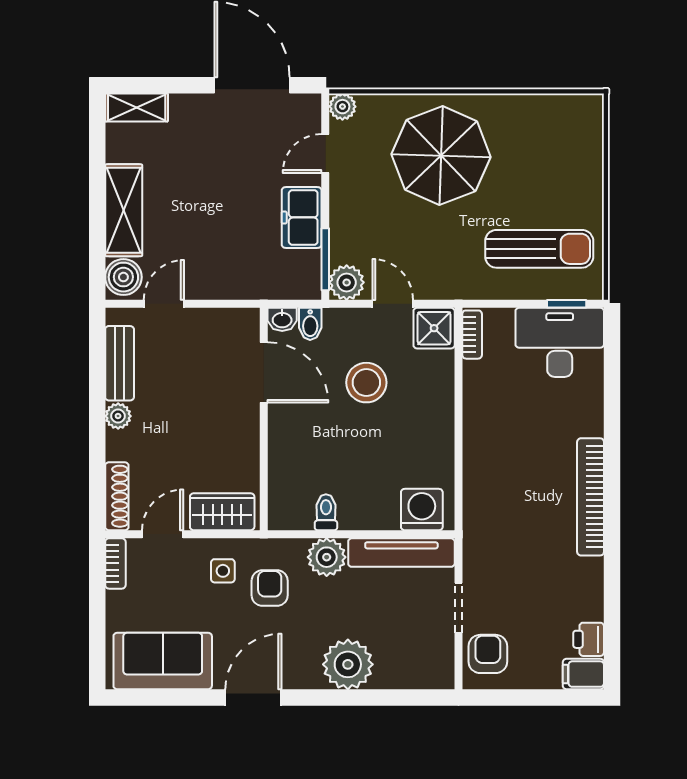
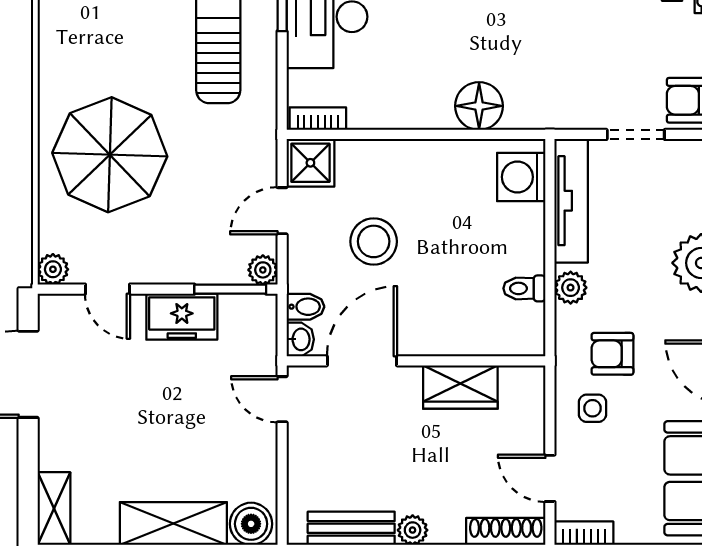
plant: (347, 282) -> (263, 270), width x0.73, depth x0.73
door: (164, 304) -> (282, 399), moved
floor lamp: (483, 473) -> (479, 106), added
wardrobe: (222, 512) -> (460, 387), moved, turned -90
plant: (327, 557) -> (571, 288), width x0.73, depth x0.73

